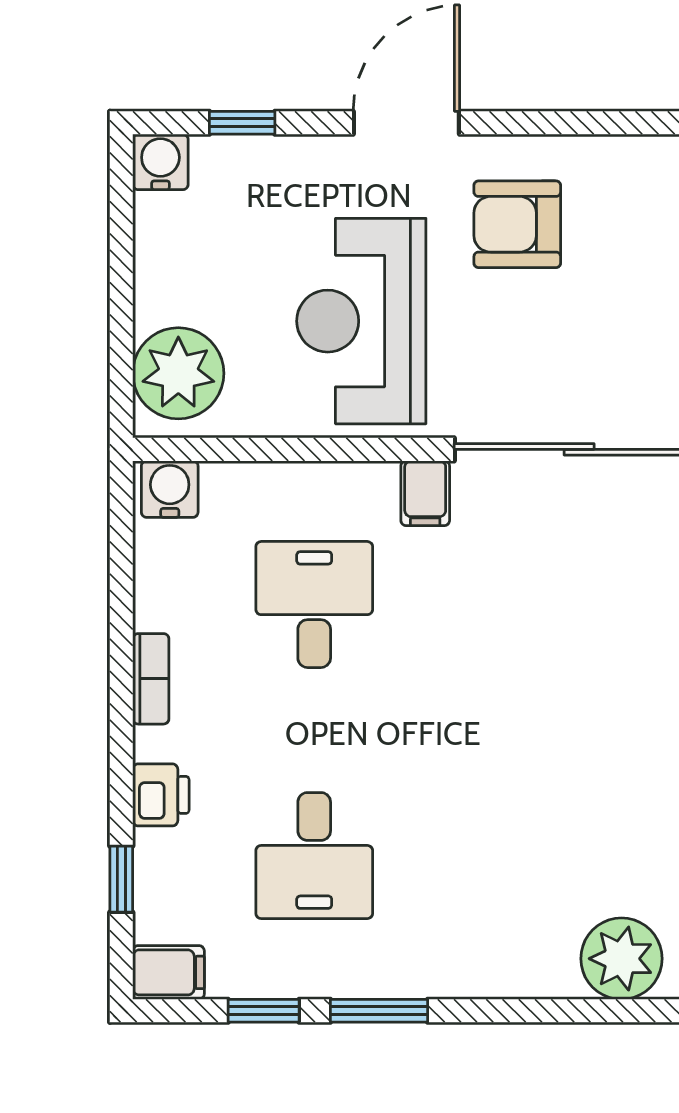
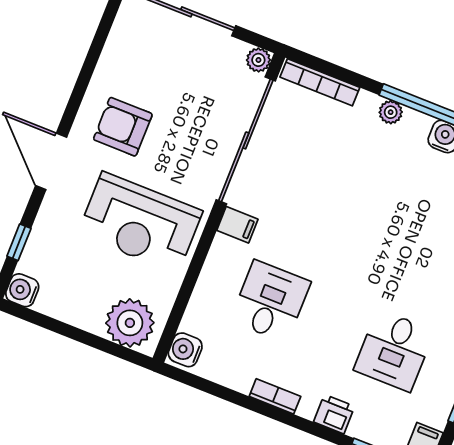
armchair: (517, 224) -> (123, 127), turned 90
desk: (314, 605) -> (270, 301), turned 90
desk: (314, 856) -> (394, 350), turned 90

